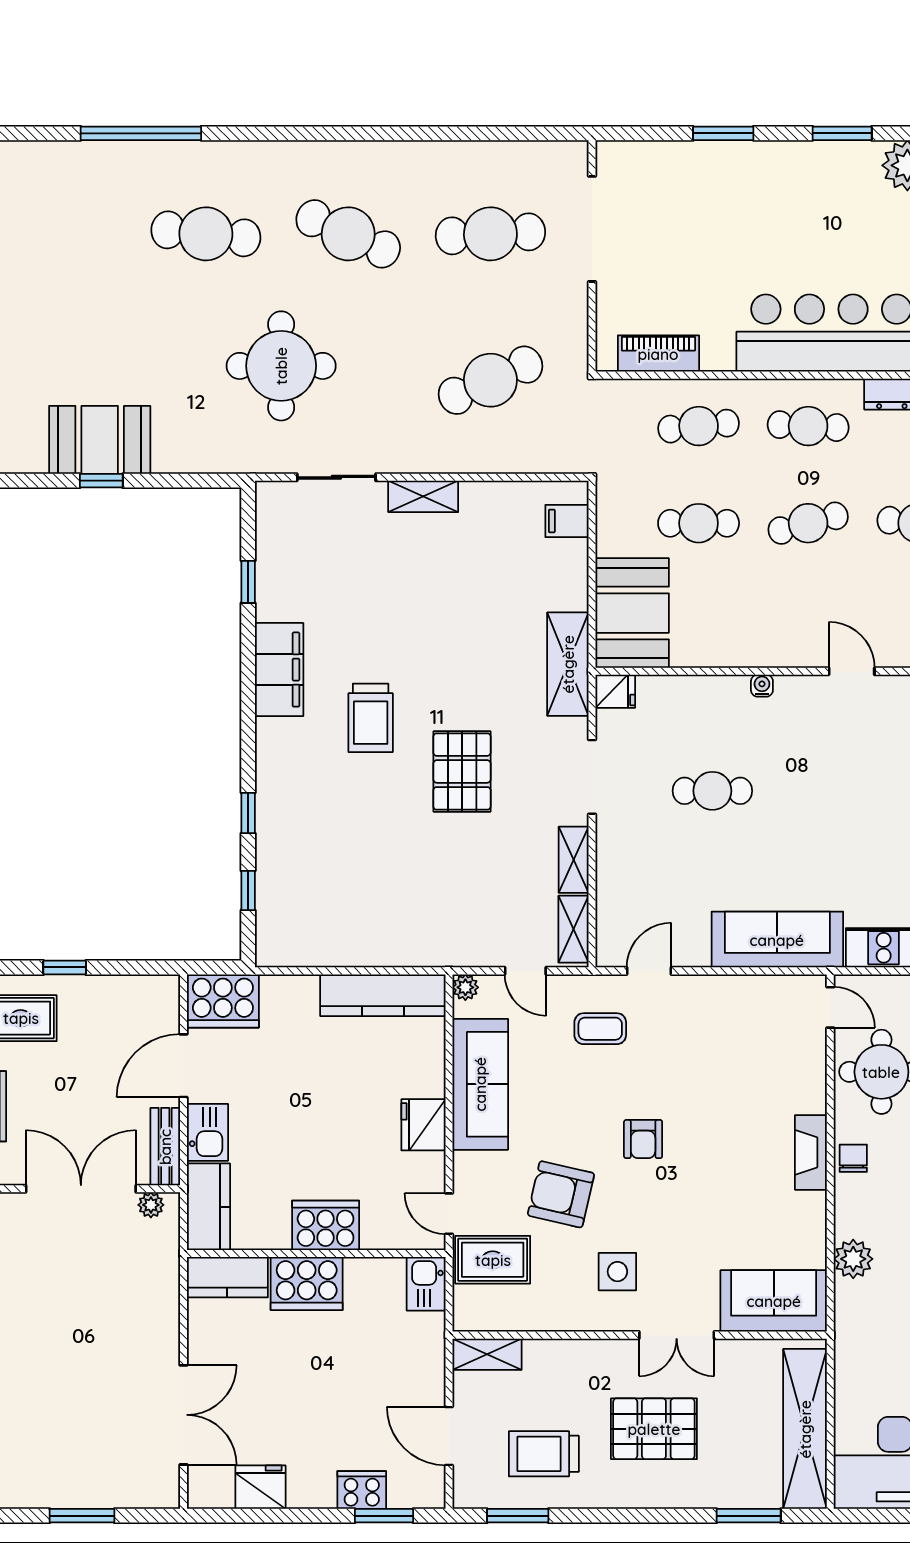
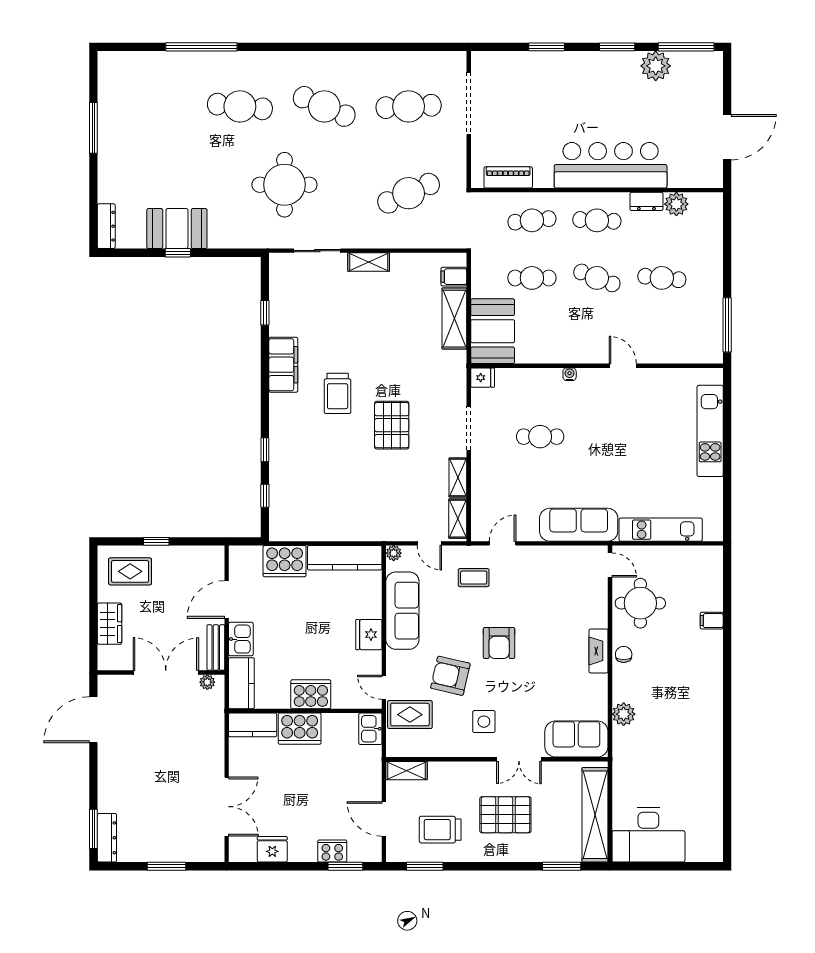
cafe table: (808, 523) -> (597, 278), turned 36
shelving: (568, 664) -> (454, 319), moved
cooker: (223, 1001) -> (285, 561), moved
armchair: (643, 1139) -> (499, 643), width x1.38, depth x1.38

